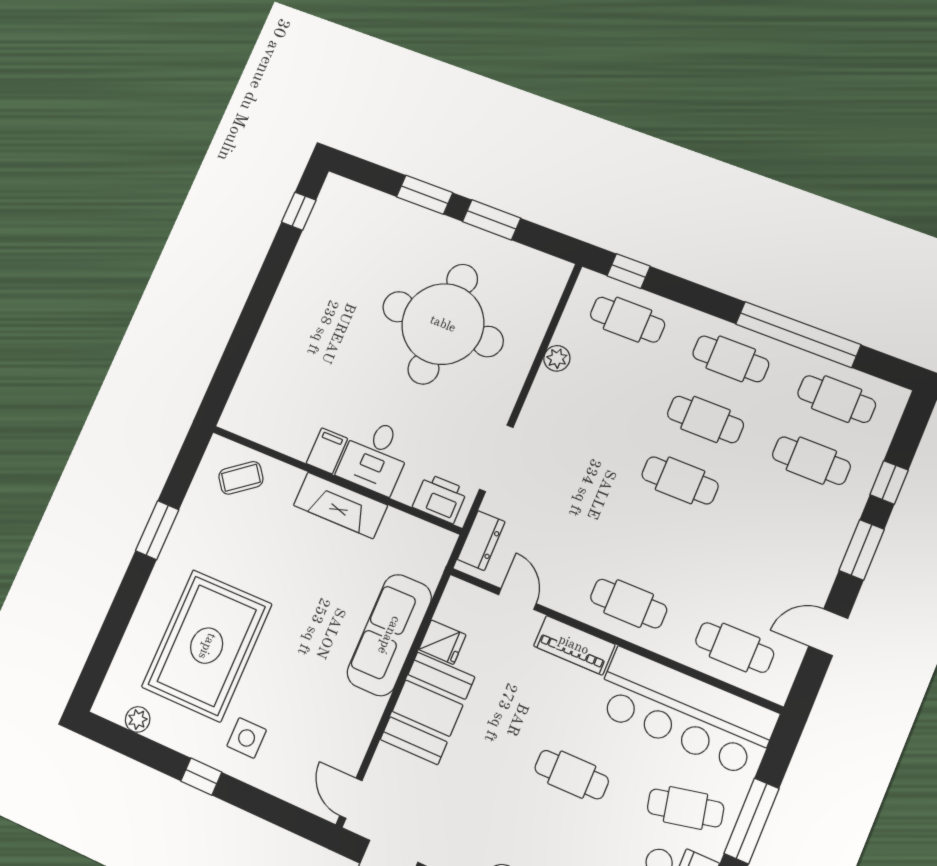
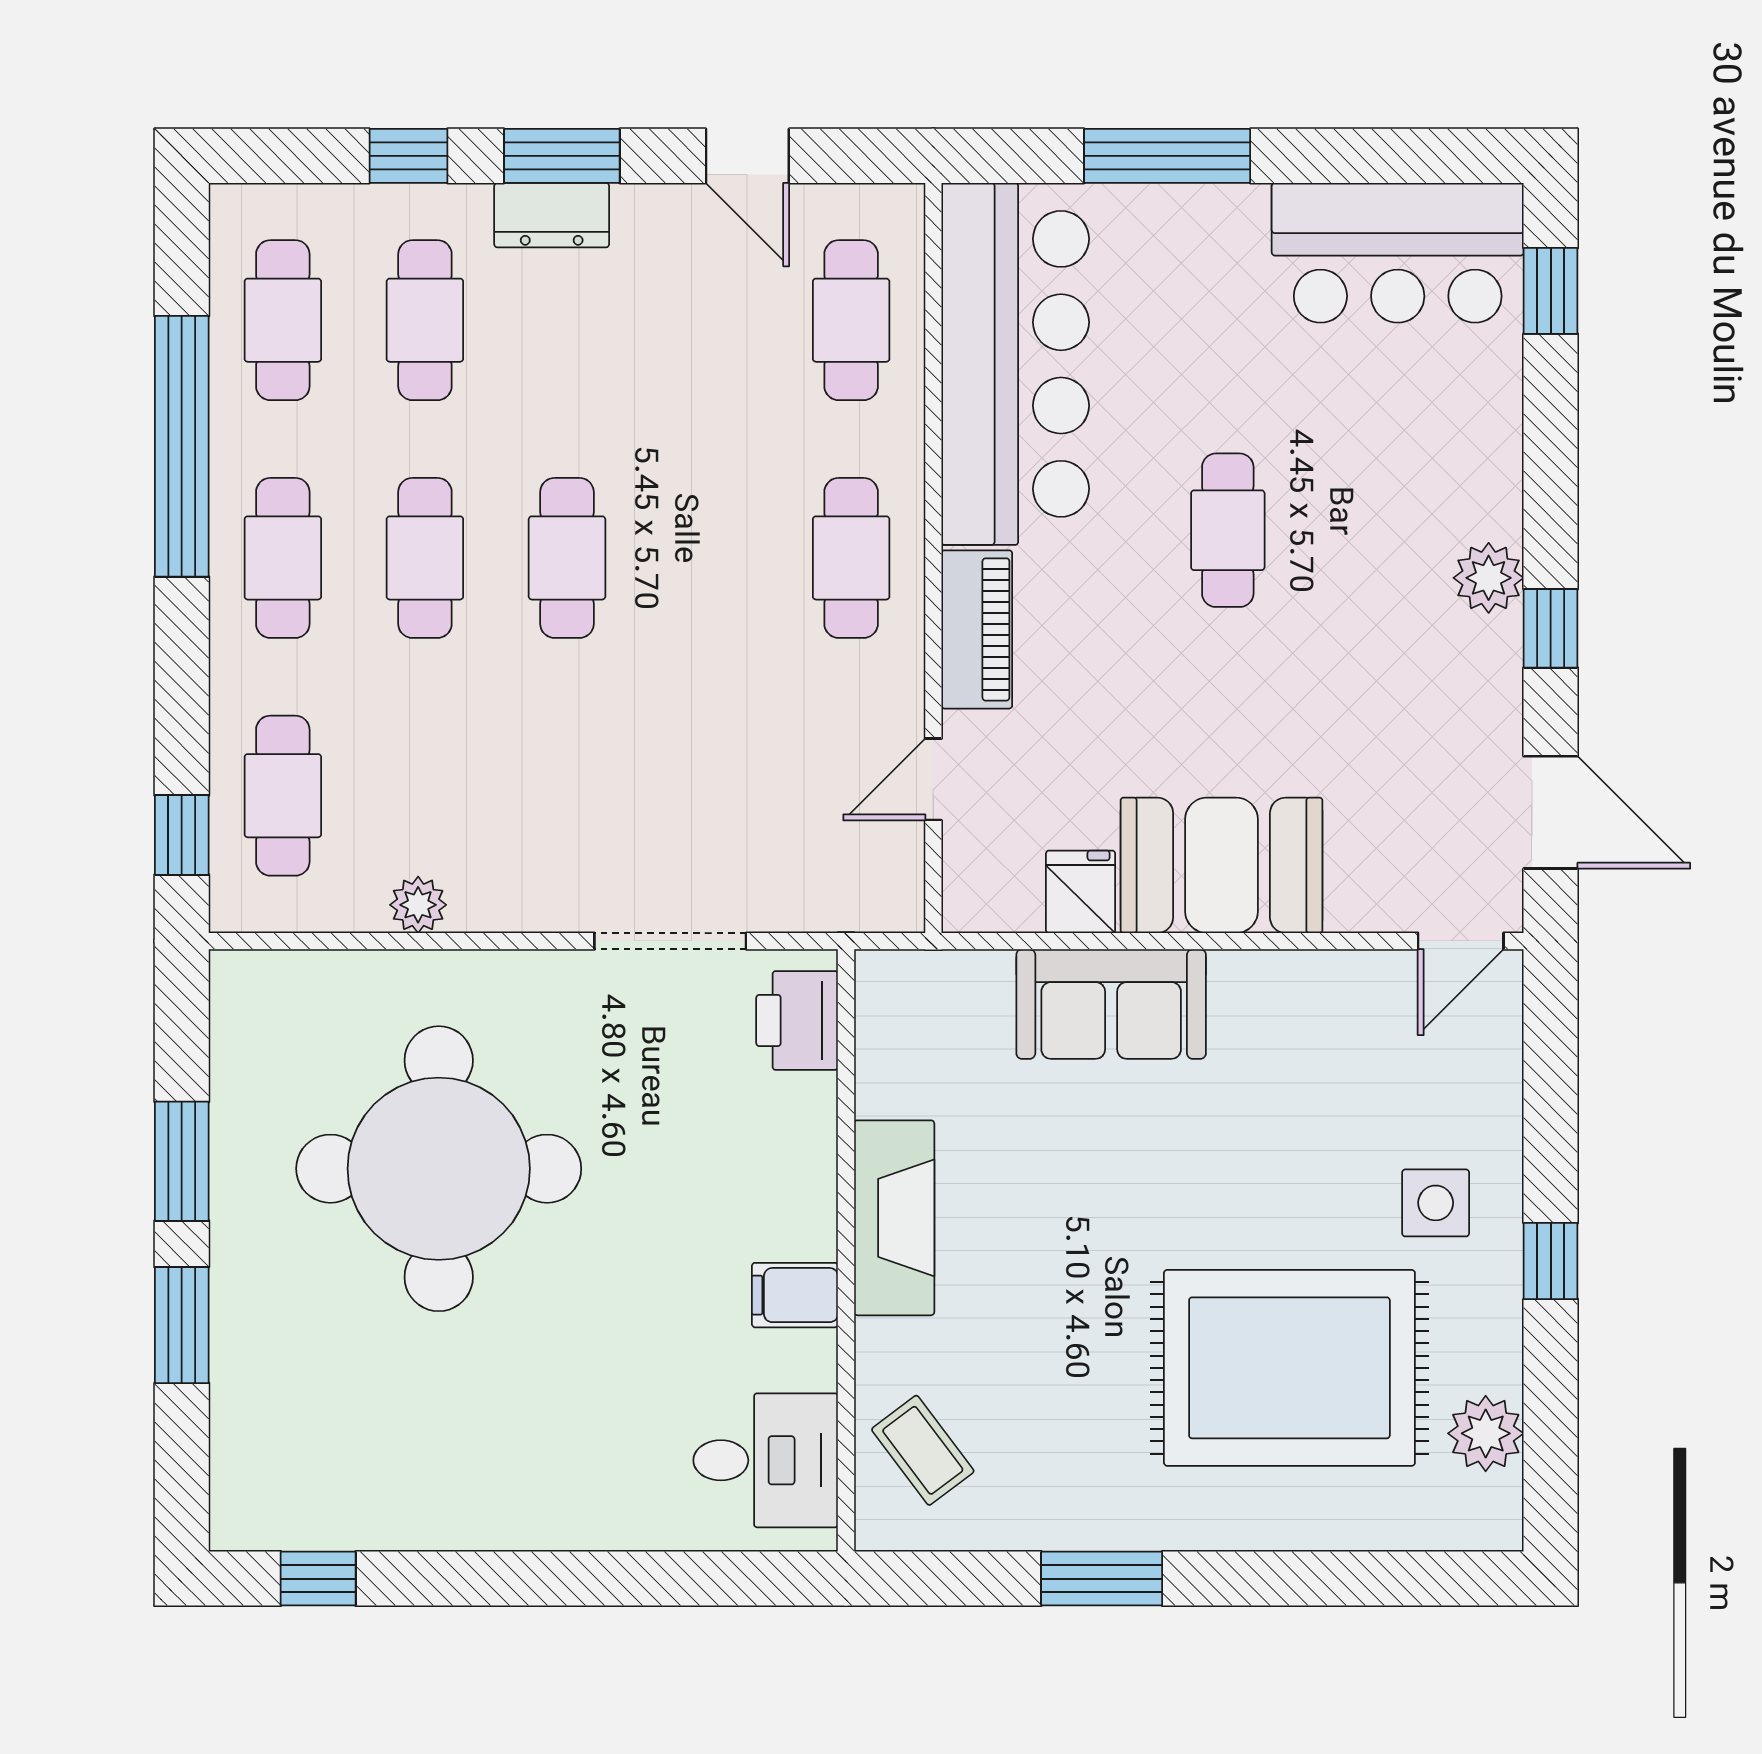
desk: (375, 456) -> (766, 1460), moved
dresser: (481, 541) -> (552, 215), moved, turned 180
sofa: (389, 635) -> (1111, 1004), width x0.73
plant: (138, 719) -> (1486, 1433), width x1.38, depth x1.38
cafe table: (686, 808) -> (1197, 288), removed

